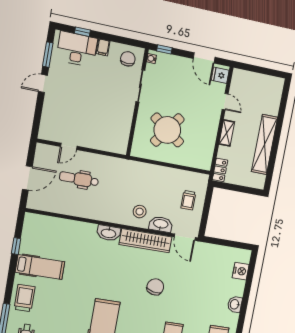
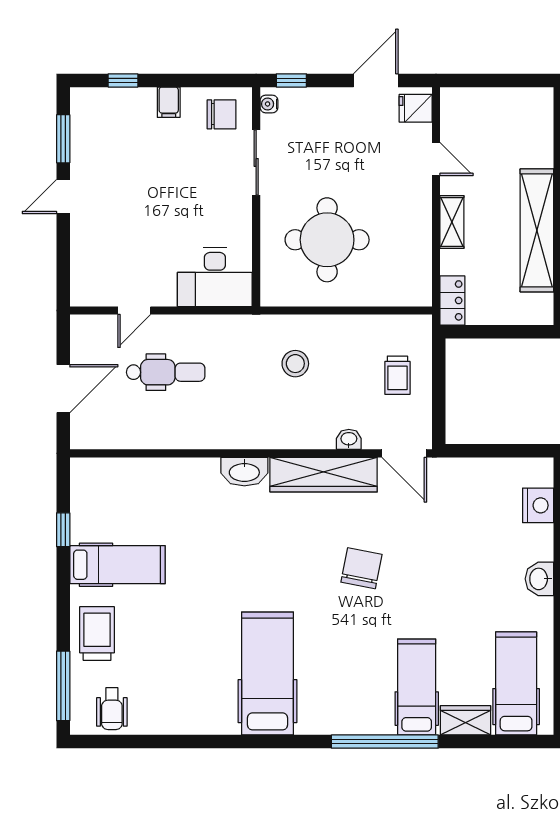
desk: (77, 49) -> (215, 277), moved, turned 180
door: (204, 58) -> (376, 80), swing flipped
chair: (128, 59) -> (222, 114), turned 90
round table: (167, 130) -> (327, 240), turned -36
dental chair: (79, 179) -> (166, 372), turned 180
stool: (140, 212) -> (295, 364), moved
washbasin: (161, 224) -> (349, 439), width x0.52, depth x0.69

